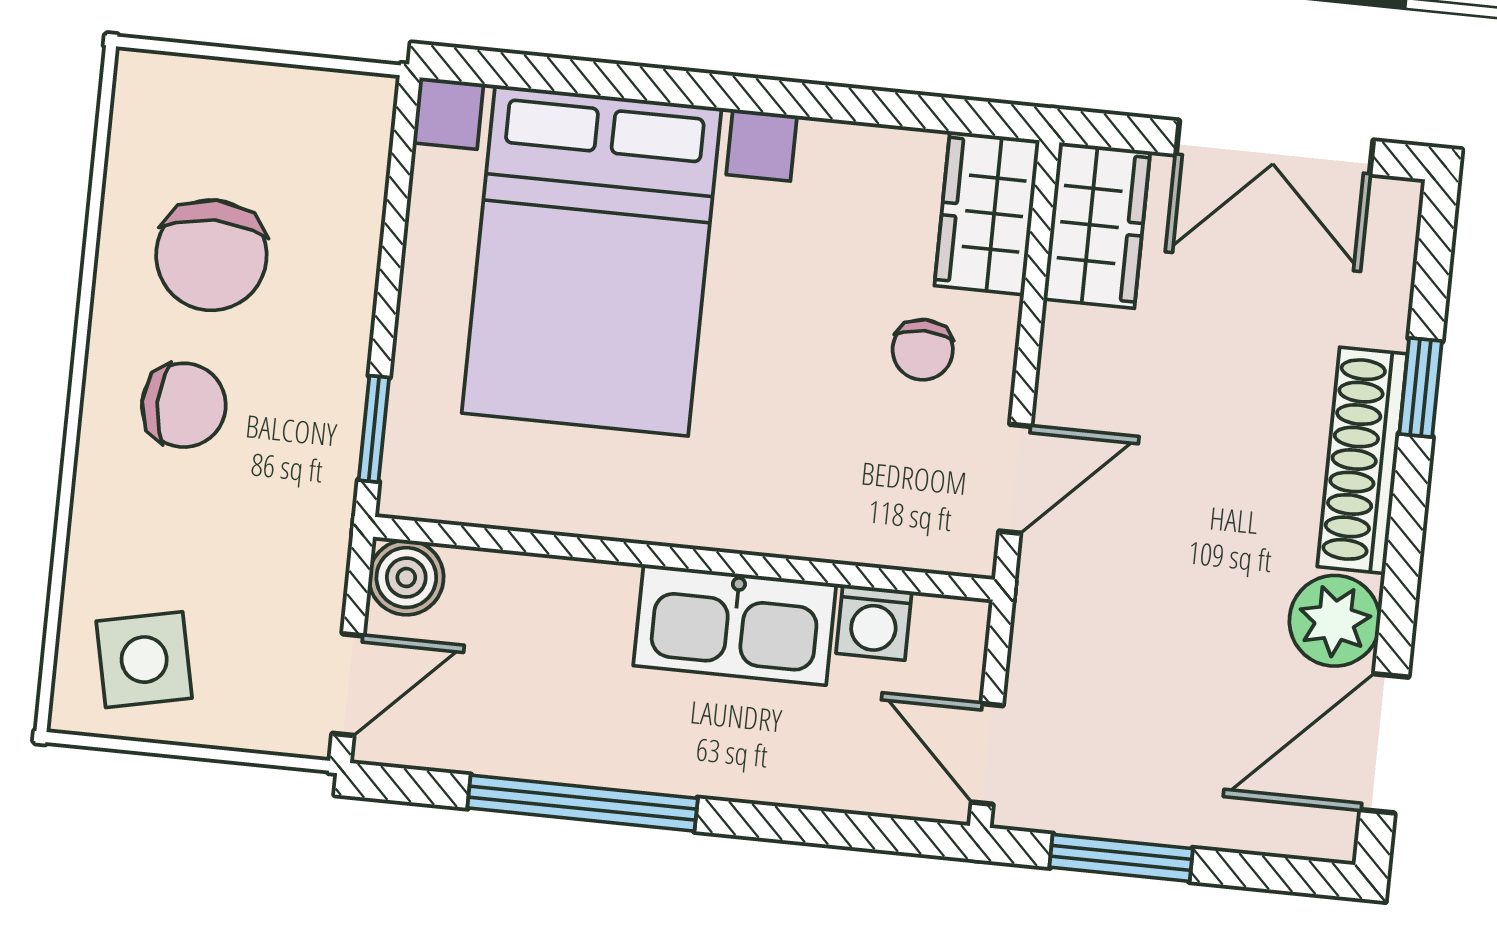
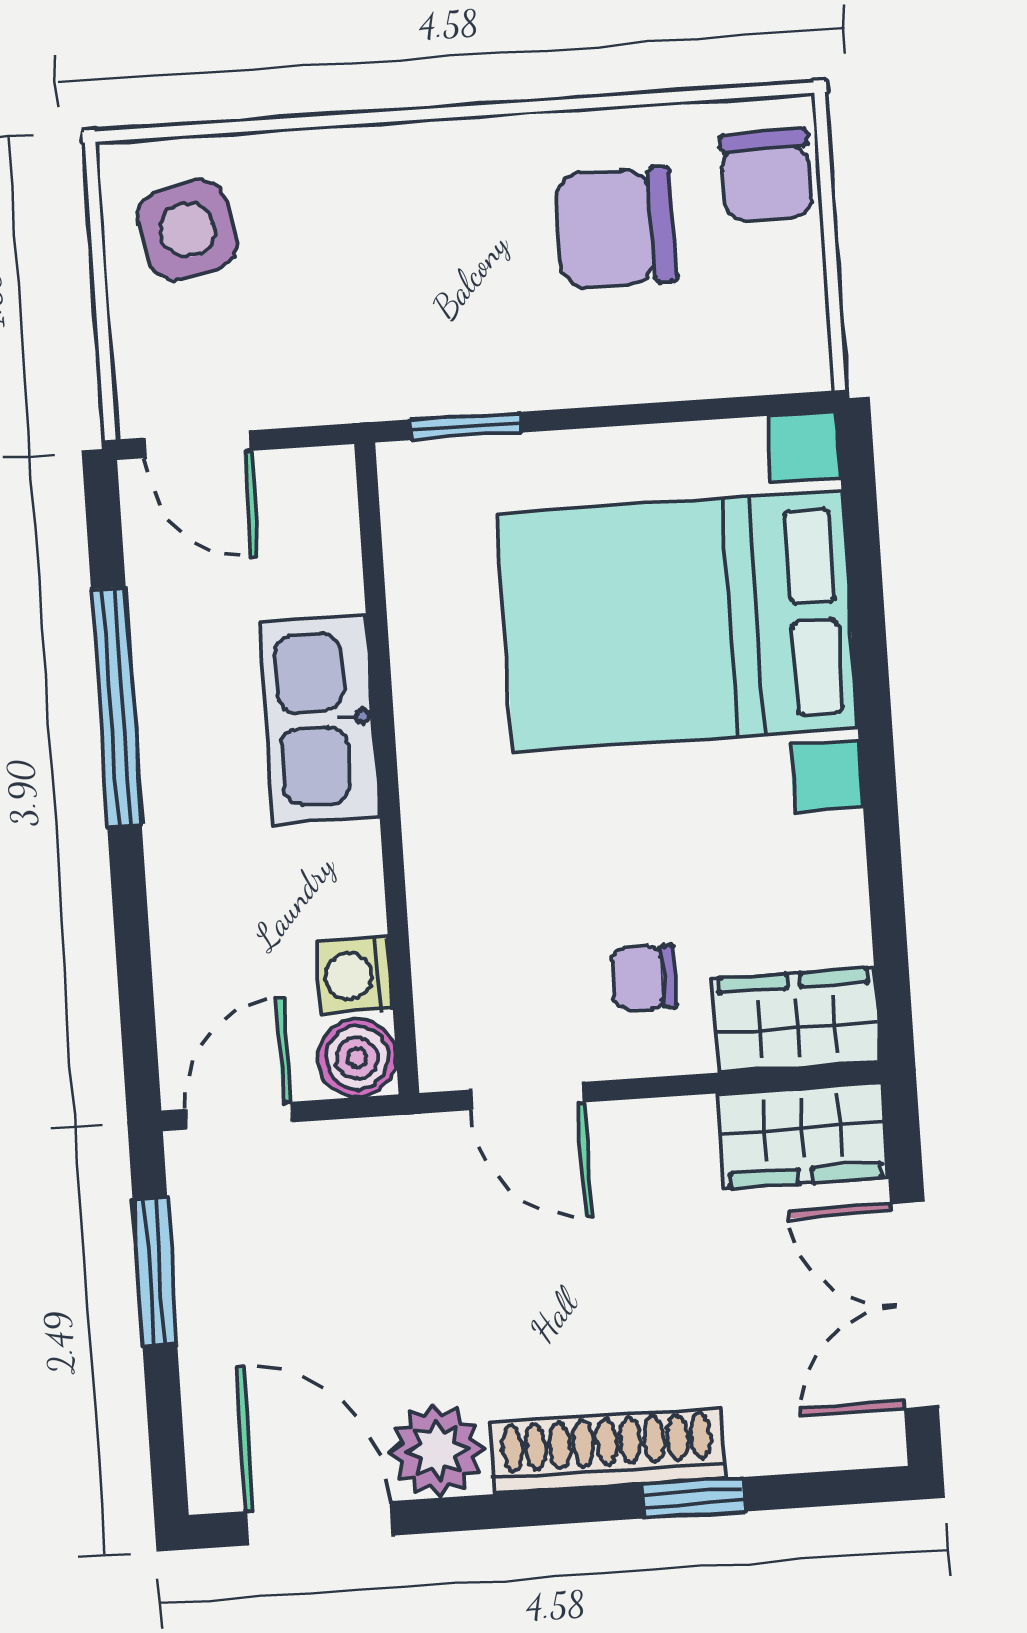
chair: (184, 405) -> (766, 175), moved
boiler: (406, 578) -> (357, 1058), moved
kitchen sink: (735, 625) -> (319, 719), moved

